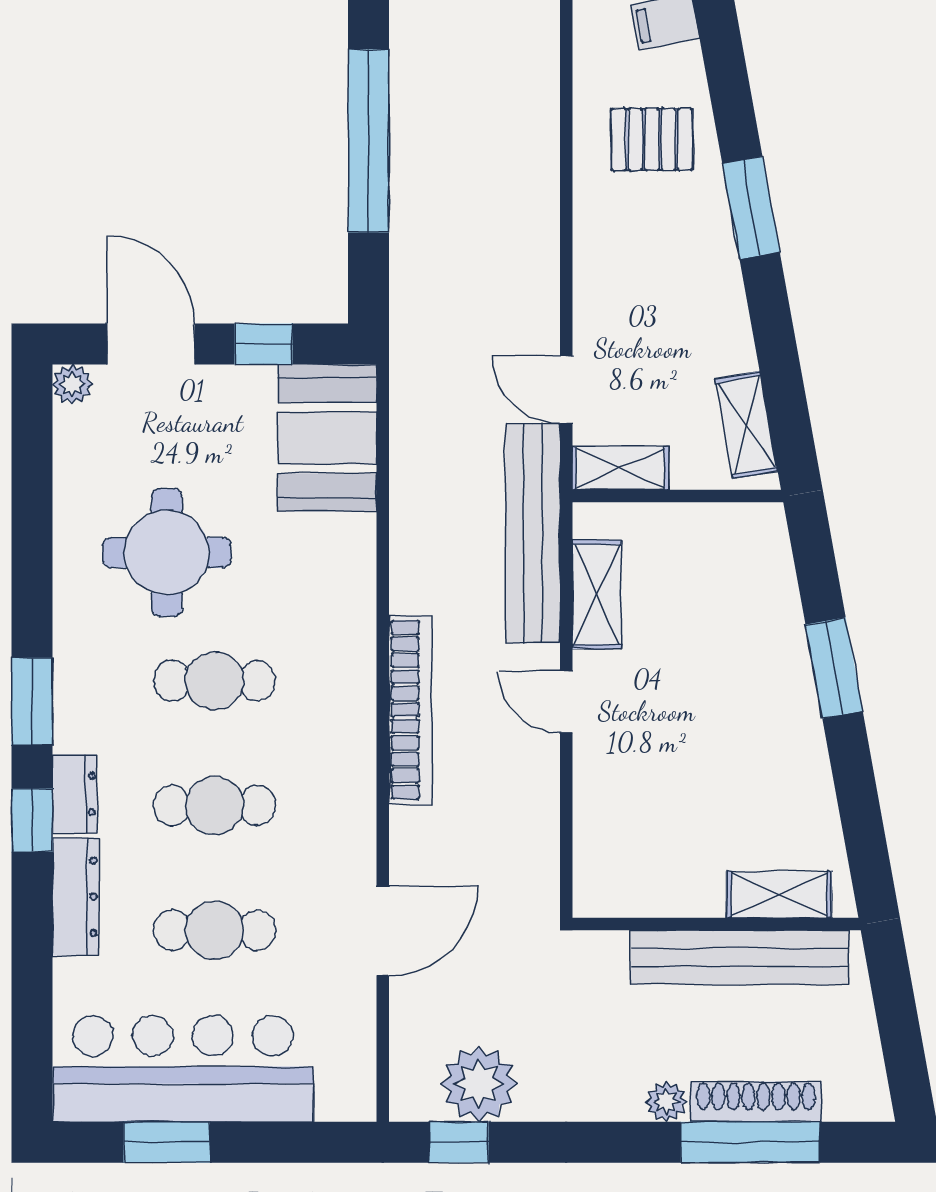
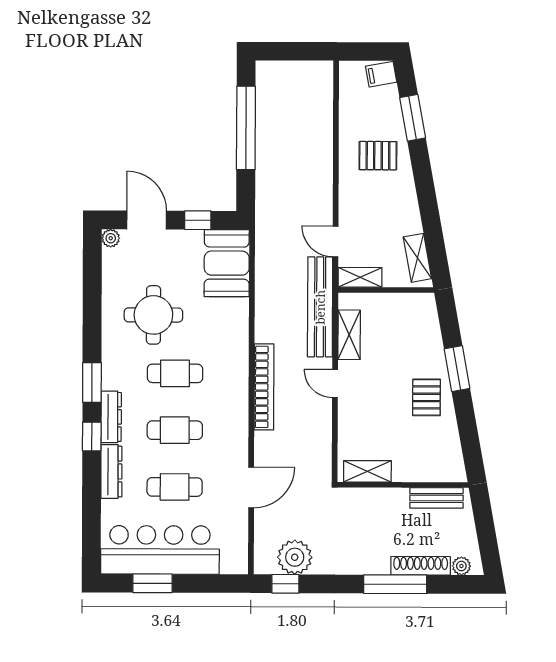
pallet: (652, 139) -> (378, 156), moved
window: (751, 208) -> (413, 118), moved
pallet: (767, 732) -> (426, 397), added
dresser: (75, 794) -> (111, 417), width x1.44
shelving: (779, 894) -> (367, 471), moved
bench: (740, 957) -> (436, 498), width x0.54, depth x0.82
plant: (666, 1102) -> (461, 566), moved
window: (750, 1142) -> (395, 584), moved

